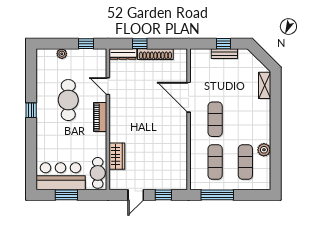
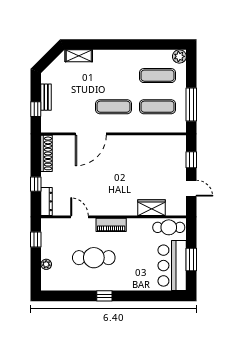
window: (224, 44) -> (36, 109), moved
shoe rack: (155, 54) -> (47, 153), moved
door: (108, 86) -> (80, 217), swing flipped
plant: (264, 150) -> (179, 56), moved

